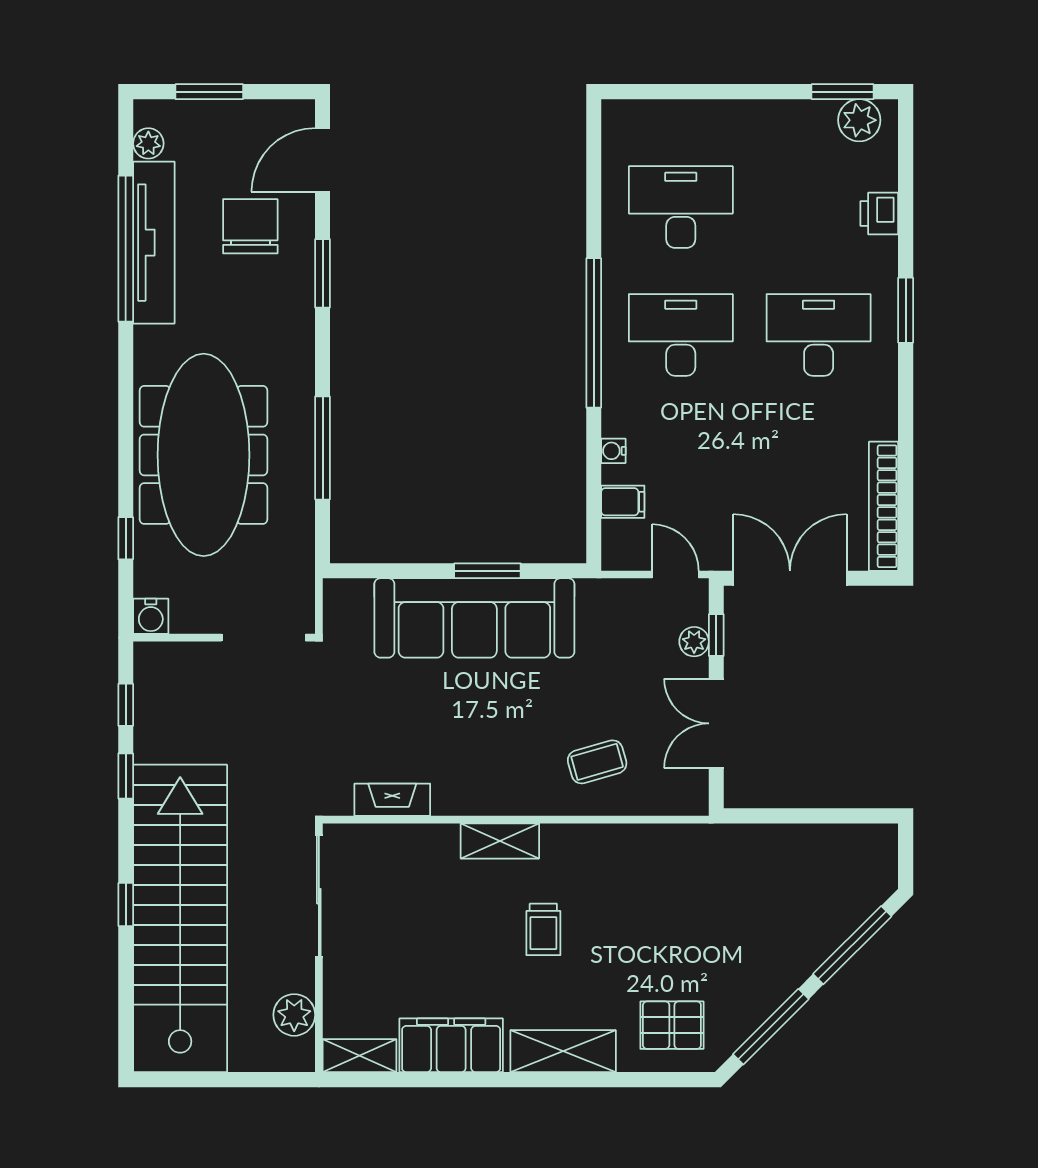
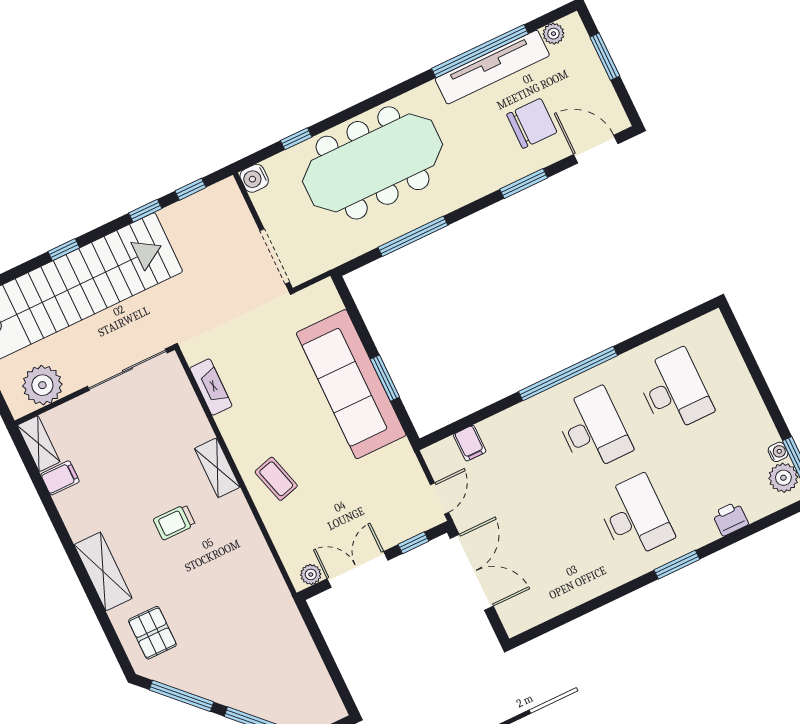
water cooler: (613, 451) -> (778, 452), moved, turned 90
bookcase: (884, 506) -> (546, 610), removed
plant: (694, 642) -> (311, 574), moved
coffee table: (597, 762) -> (276, 479), moved
plant: (294, 1015) -> (42, 385), width x1.36, depth x1.36
filing cabinet: (451, 1045) -> (60, 478), width x0.33, depth x0.86

